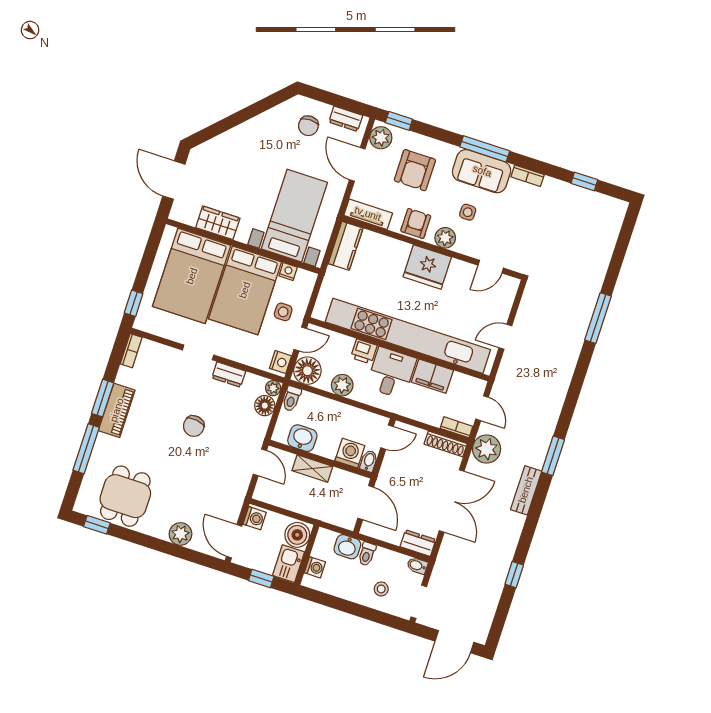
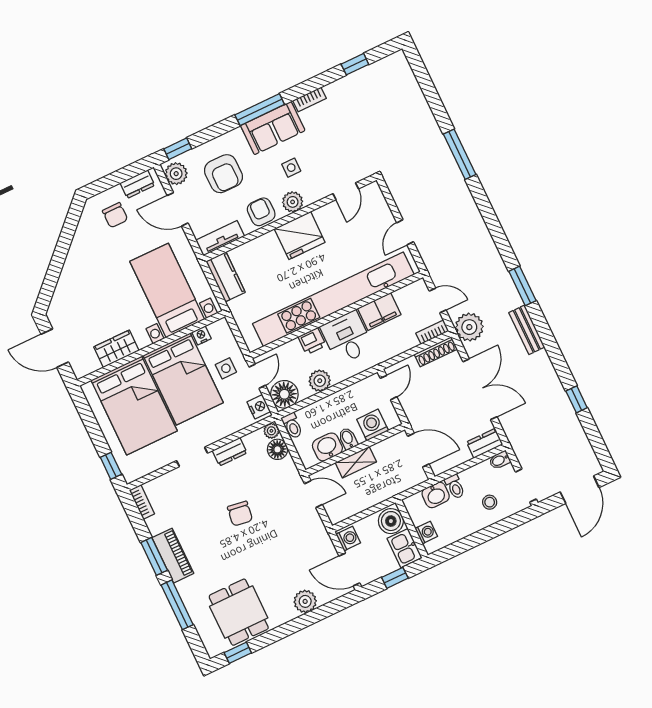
bidet: (369, 461) -> (348, 439), moved

